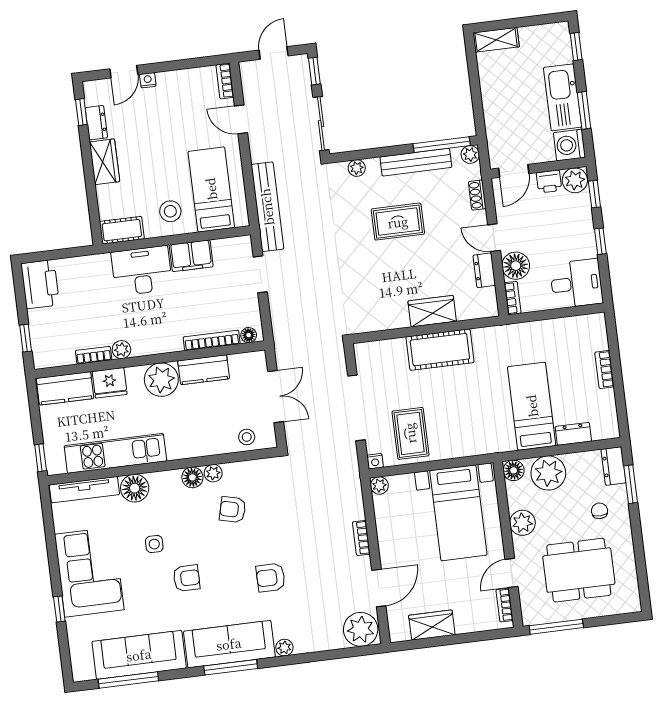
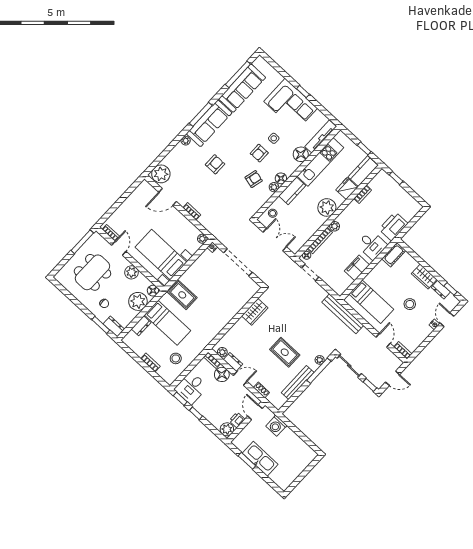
shelving: (496, 40) -> (307, 459), removed
window: (576, 47) -> (272, 484), removed
door: (274, 53) -> (393, 378), hinge flipped
door: (241, 119) -> (383, 340), hinge flipped
window: (442, 145) -> (319, 371), moved
washing machine: (569, 145) -> (276, 426), moved, turned 180
plant: (470, 155) -> (222, 352), moved
window: (594, 194) -> (180, 399), moved
stool: (170, 211) -> (410, 304), moved
rug: (398, 222) -> (285, 352), turned 90
desk: (142, 271) -> (372, 245), width x0.73
doorway: (260, 274) -> (310, 273), moved
printer: (40, 284) -> (393, 226), moved, turned 90
wardrobe: (432, 311) -> (255, 312), moved
stool: (563, 345) -> (176, 358), added
plant: (121, 350) -> (335, 226), moved
cot: (440, 350) -> (224, 315), removed
kitchen counter: (204, 370) -> (292, 191), moved, turned 180
double door: (276, 397) -> (275, 239), swing flipped
rug: (410, 433) -> (182, 295), moved
window: (41, 458) -> (364, 148), moved
armchair: (186, 578) -> (259, 153), moved
door: (379, 588) -> (168, 197), hinge flipped
window: (59, 609) -> (303, 91), moved
wardrobe: (432, 625) -> (133, 200), removed

